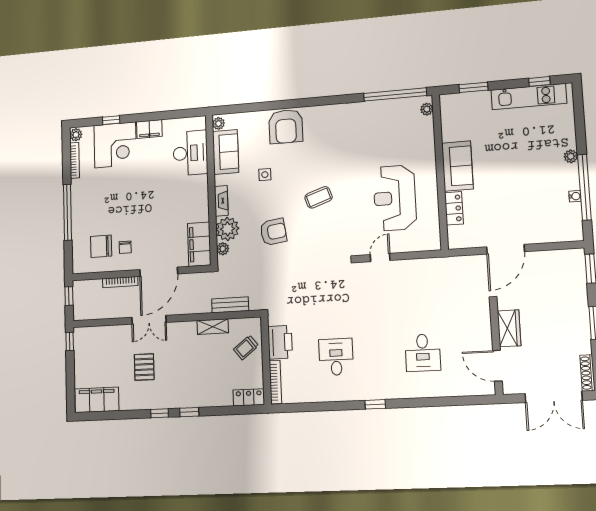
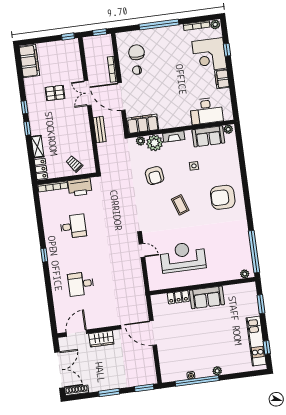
armchair: (286, 126) -> (223, 197), moved
bench: (230, 305) -> (100, 130), moved
shelving: (213, 327) -> (37, 147), moved
double door: (554, 397) -> (60, 370), swing flipped

